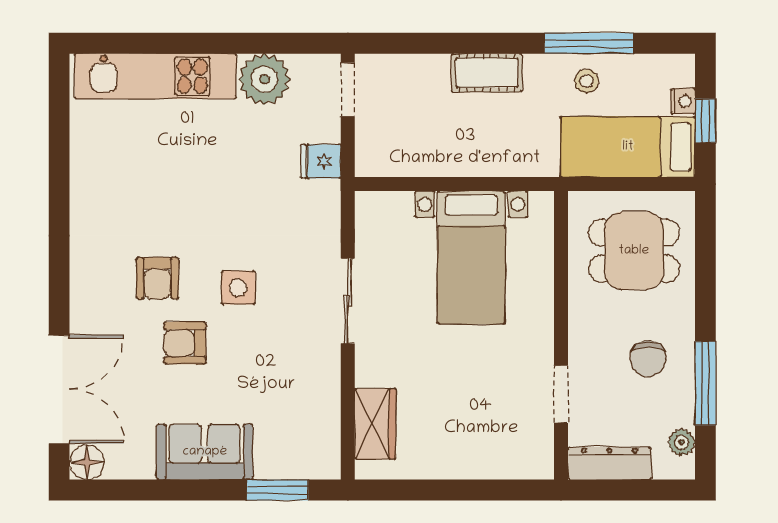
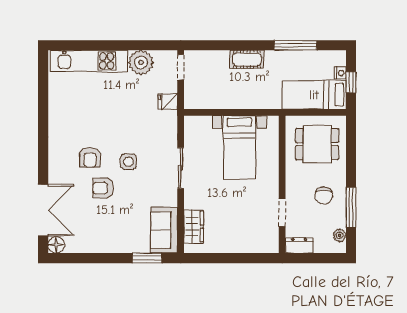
stool: (587, 81) -> (294, 63), removed
sofa: (205, 452) -> (164, 230), moved, turned -90
dresser: (609, 463) -> (299, 245), width x0.70

